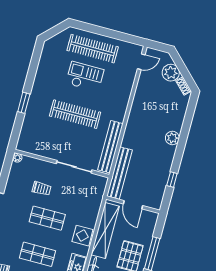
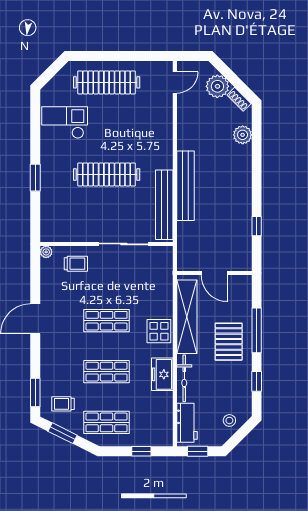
checkout: (85, 77) -> (65, 123), moved
plant: (172, 138) -> (243, 135), moved
bench: (119, 173) -> (186, 186), moved
trolley: (42, 189) -> (76, 264), moved

